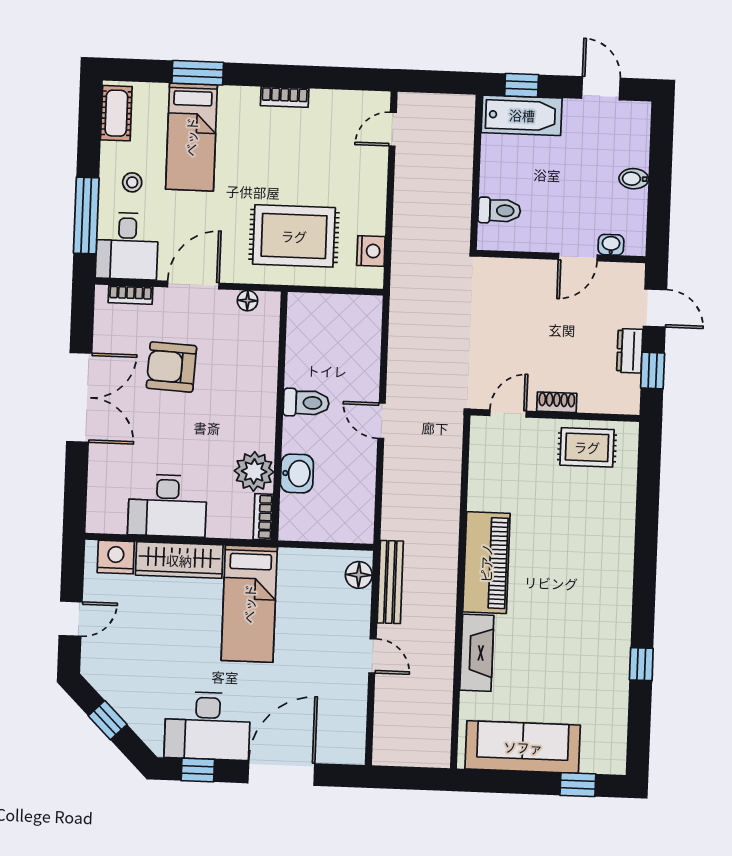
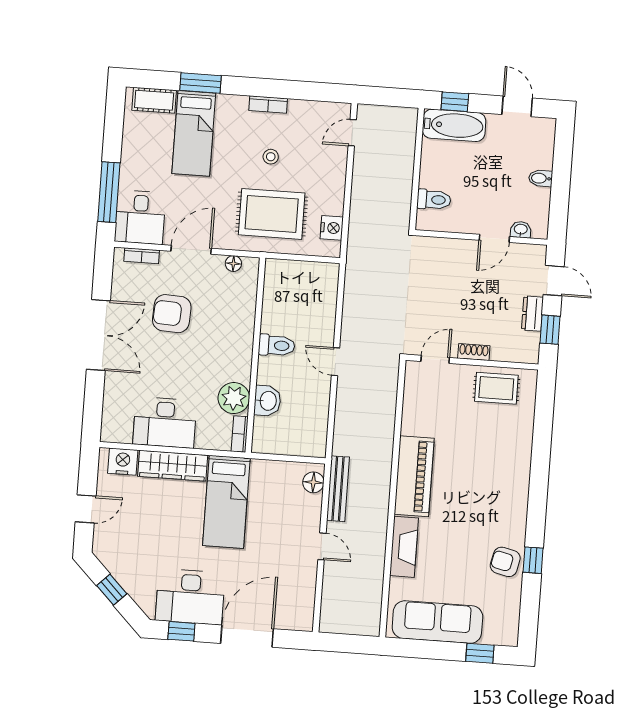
cot: (116, 113) -> (154, 100), moved, turned 90
stool: (132, 182) -> (271, 157), moved
armchair: (606, 667) -> (505, 562), added

